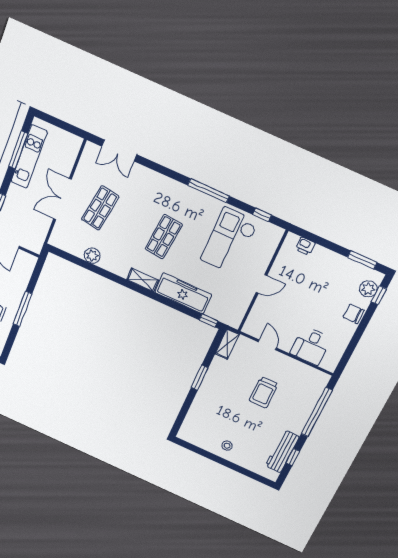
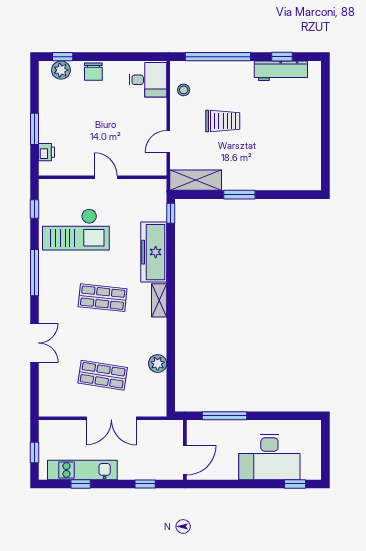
window: (58, 123) -> (34, 453), added
window: (18, 150) -> (81, 484), width x0.46
double door: (119, 150) -> (34, 343), moved
window: (362, 260) -> (34, 129), moved
window: (23, 309) -> (225, 416), moved
shelving: (227, 344) -> (196, 180), width x1.50, depth x1.33
desk: (311, 346) -> (148, 80), moved
stool: (227, 446) -> (184, 90), moved

